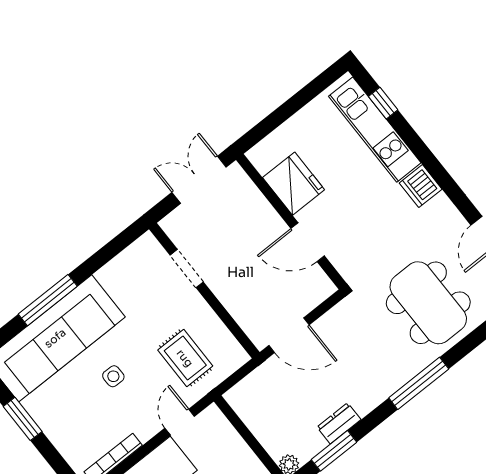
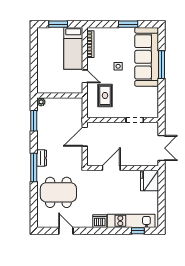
fridge: (294, 184) -> (149, 180), moved, turned 90
rug: (185, 358) -> (105, 95), turned 90
dresser: (339, 423) -> (42, 158), moved

